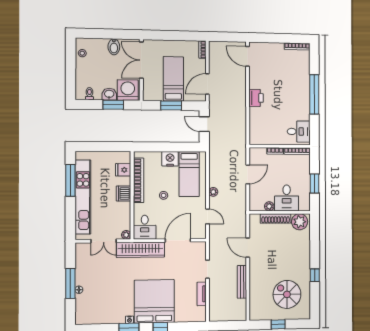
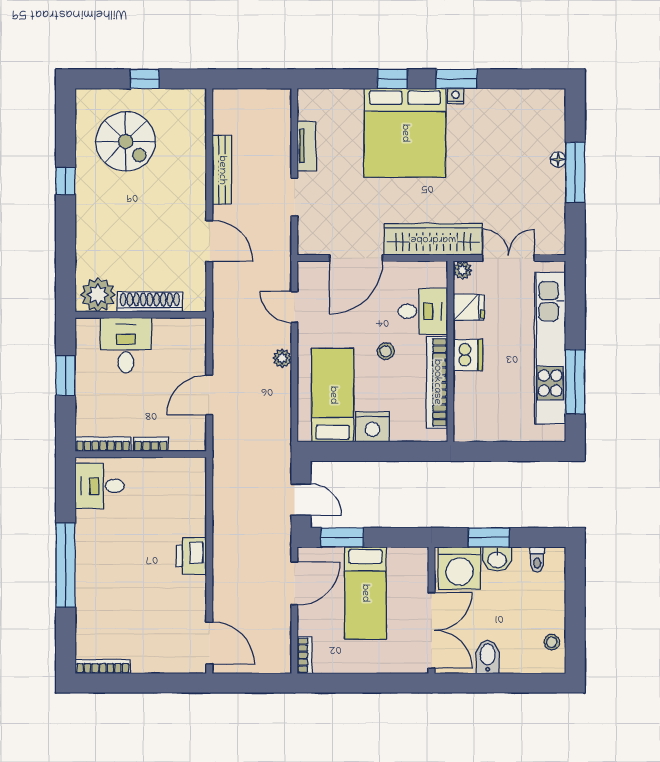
window: (171, 106) -> (342, 537), moved
fridge: (123, 170) -> (469, 307), moved
plant: (269, 206) -> (163, 328), removed
desk: (145, 227) -> (423, 311), moved, turned 90

